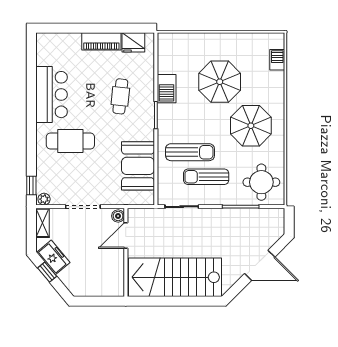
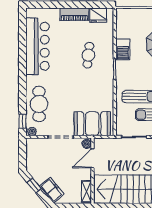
bar counter: (52, 95) -> (37, 46), width x1.36
cafe table: (70, 141) -> (39, 104), moved, turned 90
booth: (138, 166) -> (92, 124), moved, turned 90
shelving: (42, 223) -> (86, 191), moved
freezer: (53, 257) -> (52, 190), moved

